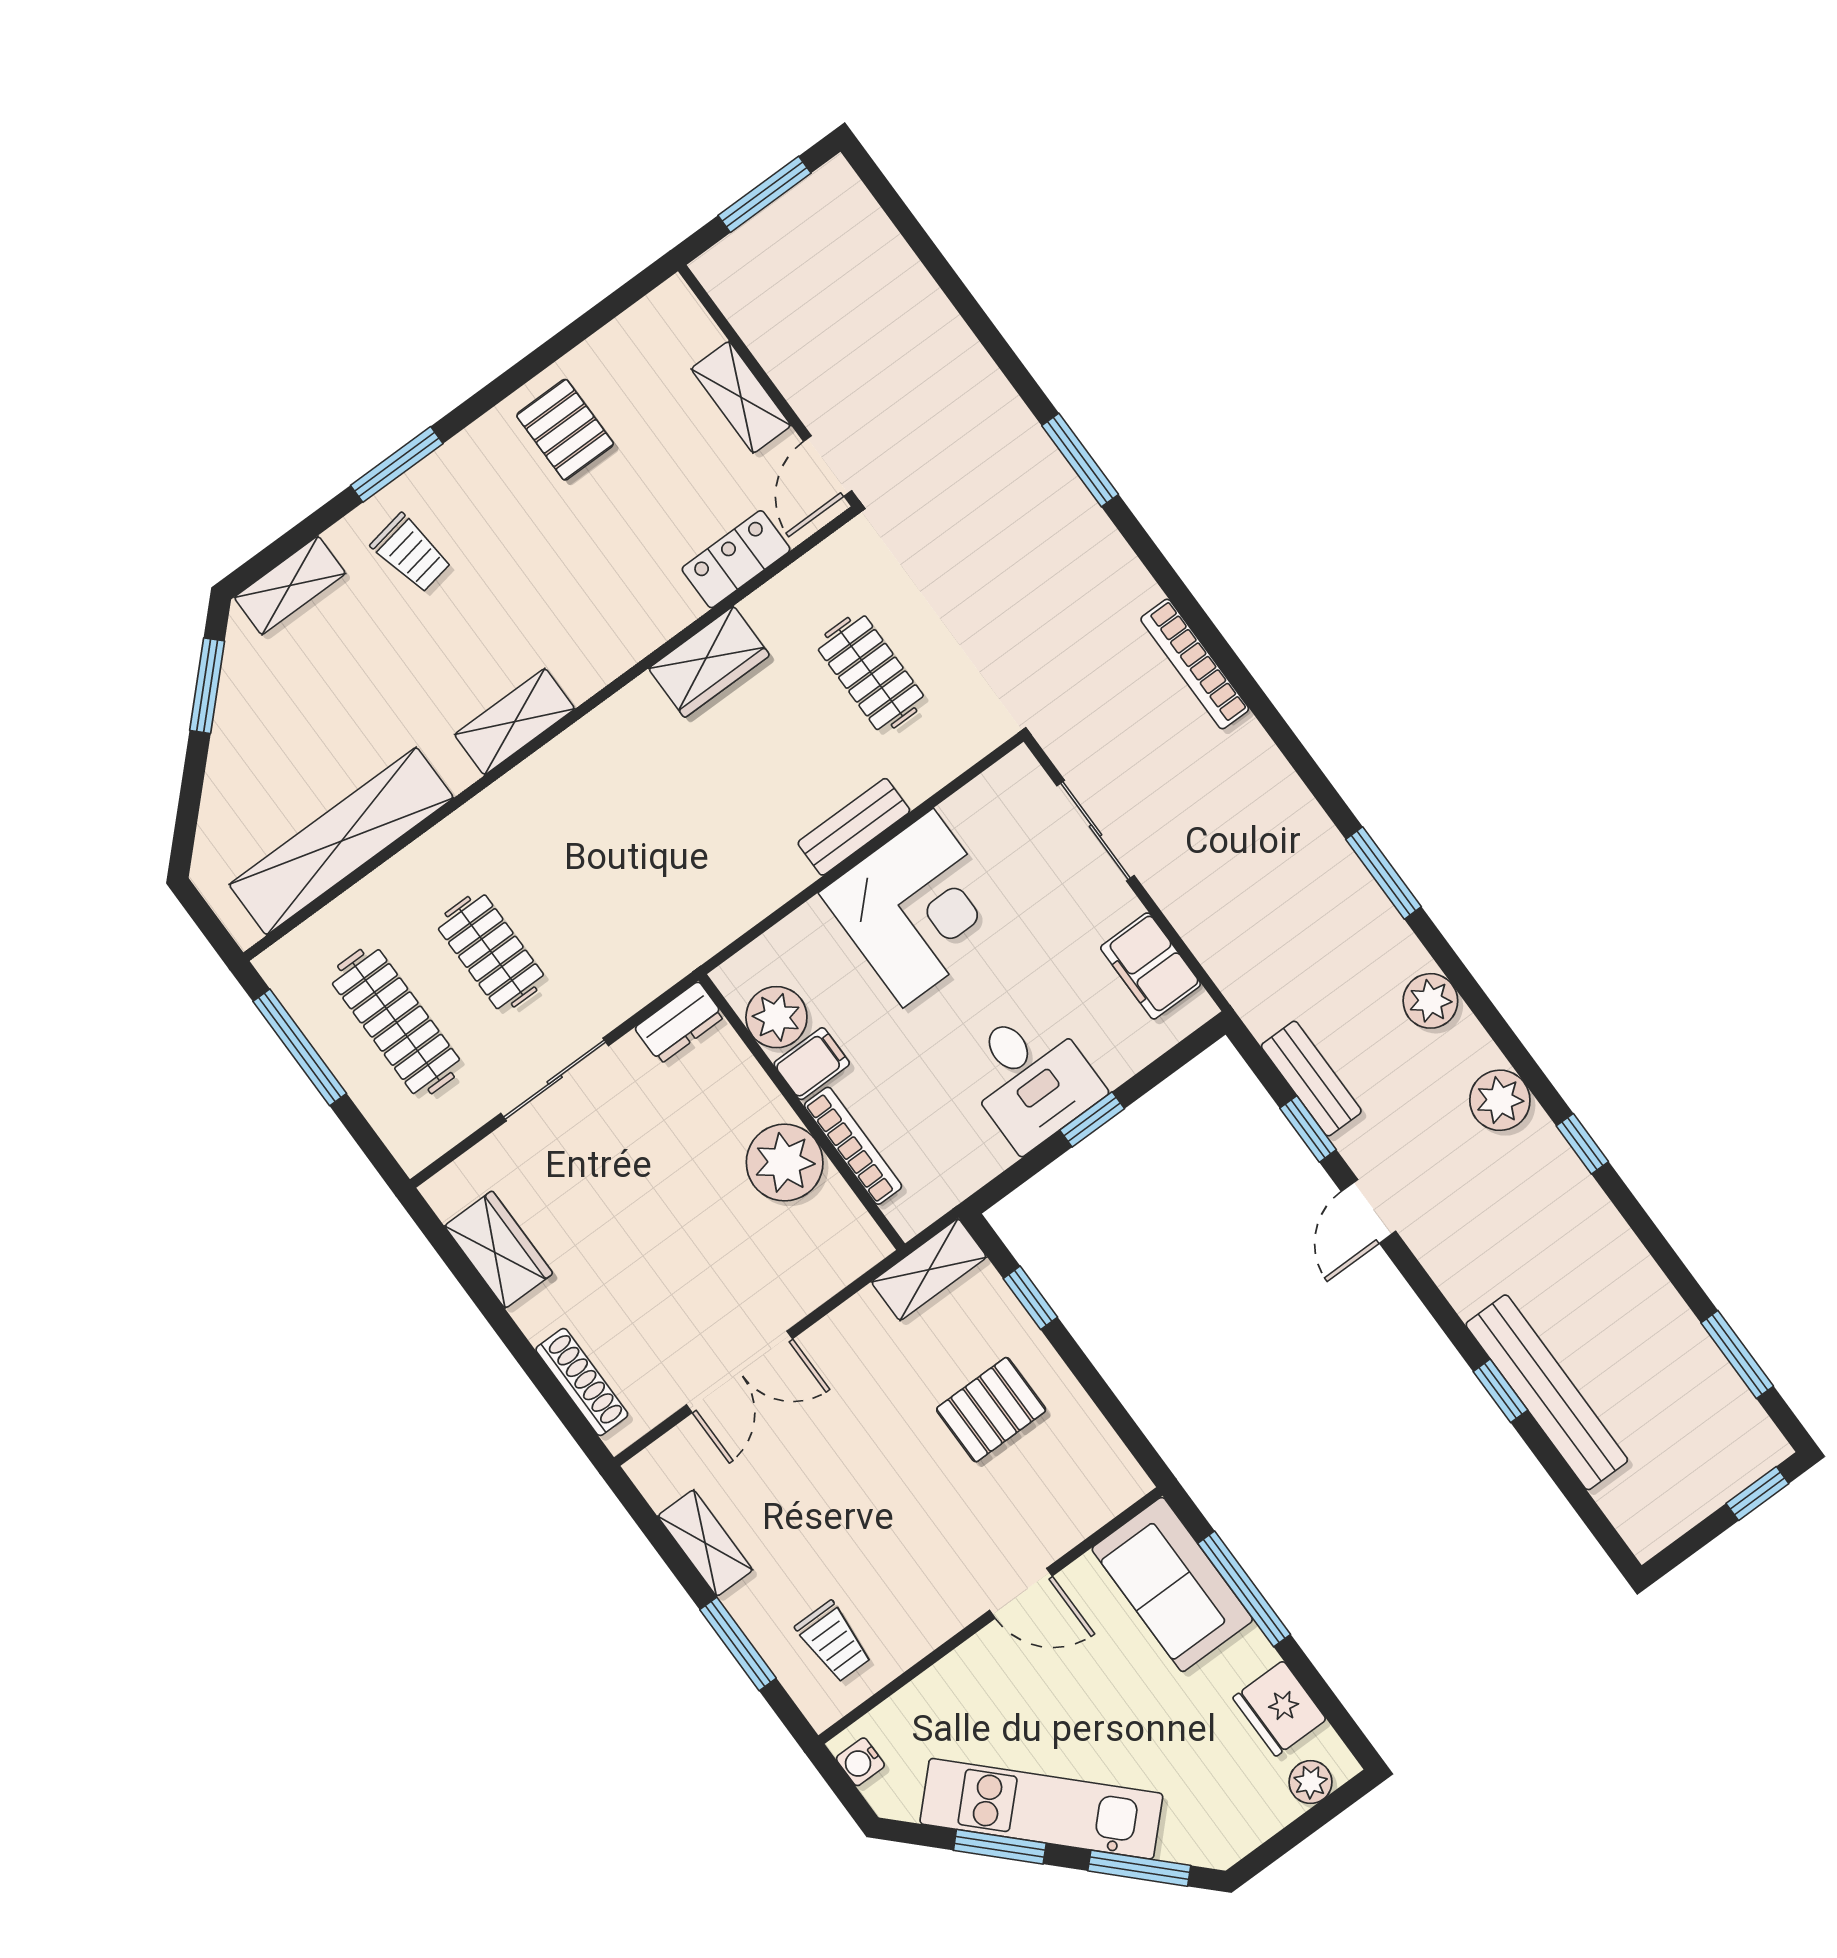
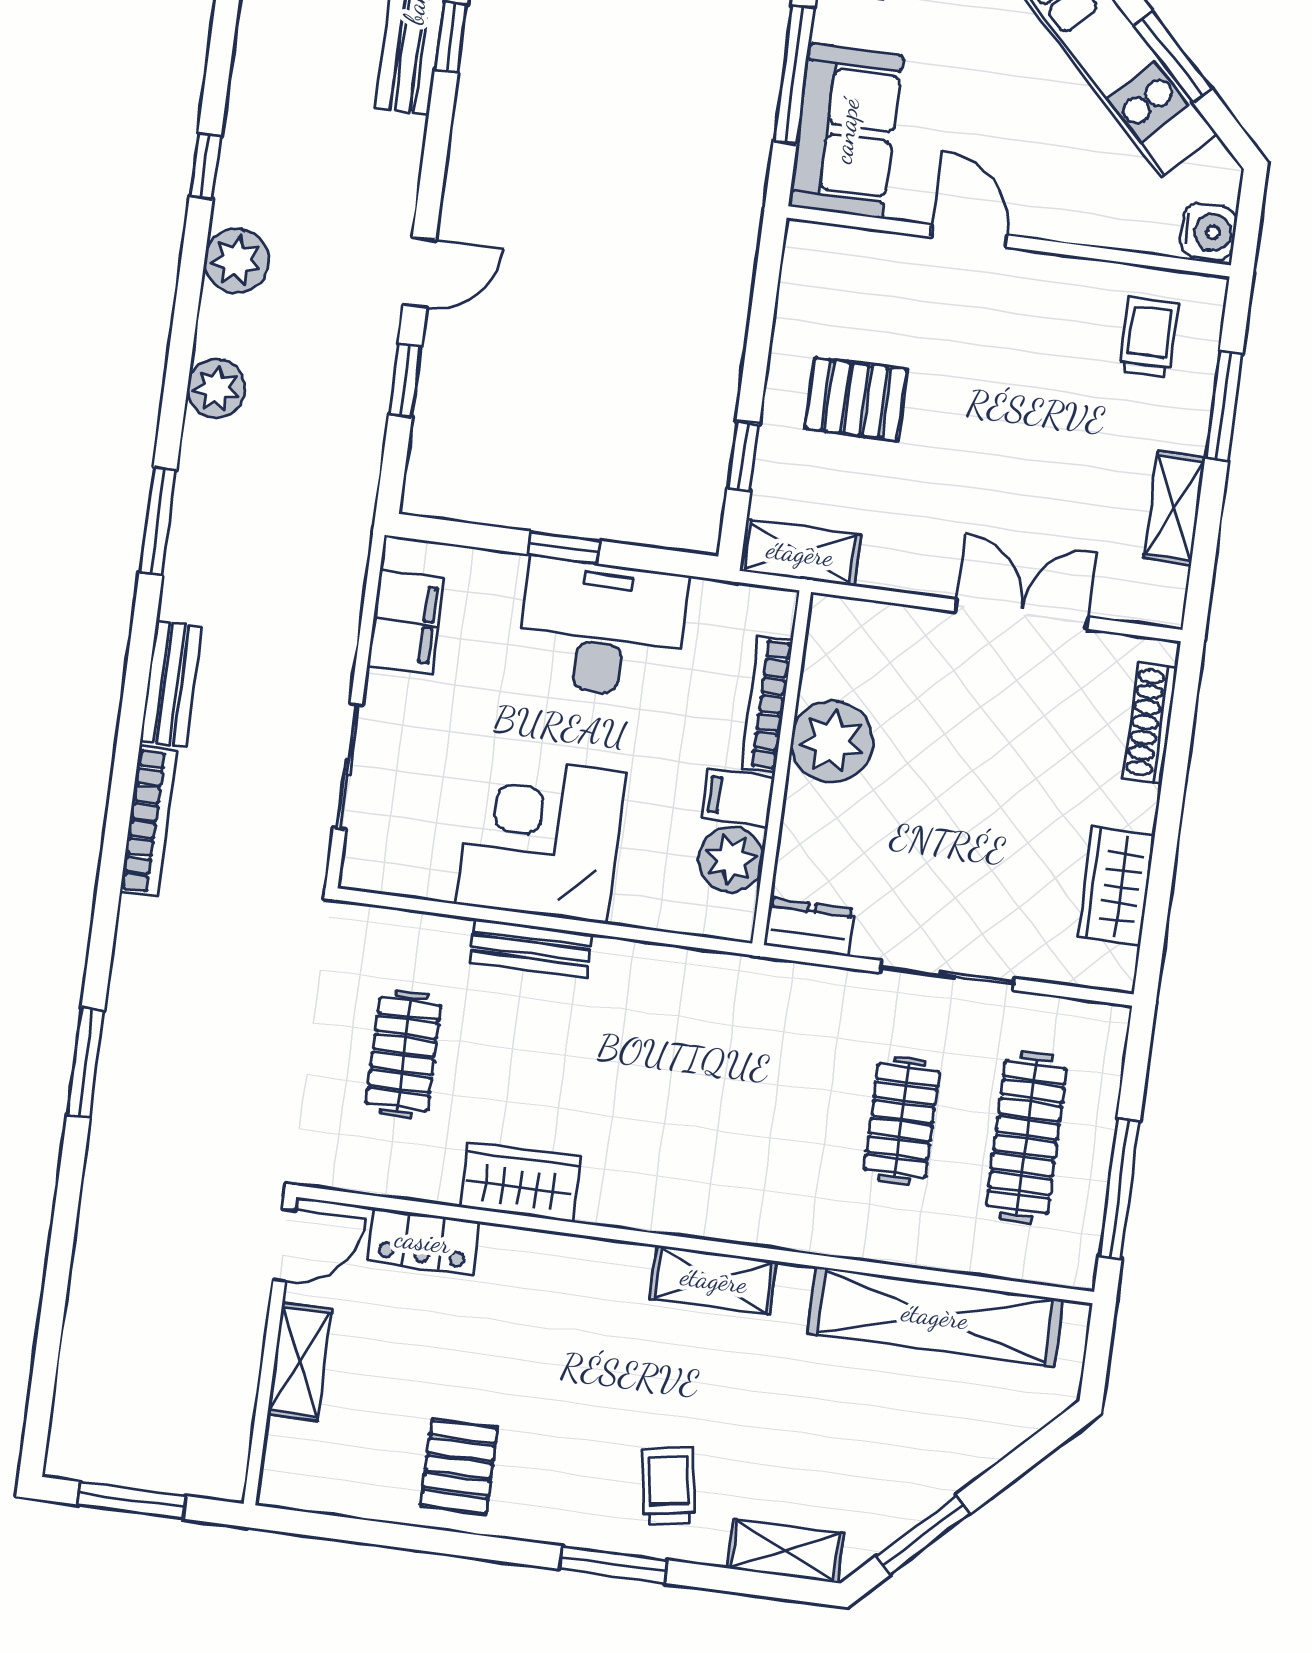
desk: (1030, 1078) -> (602, 628), width x1.37
bench: (1311, 1079) -> (171, 684), moved
water cooler: (860, 1762) -> (1208, 232), width x1.38, depth x1.38

